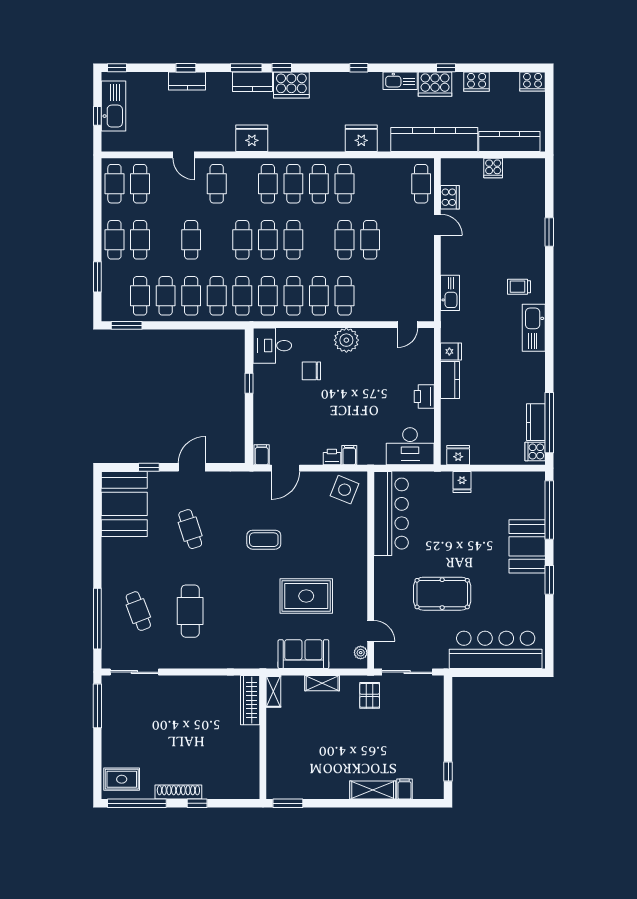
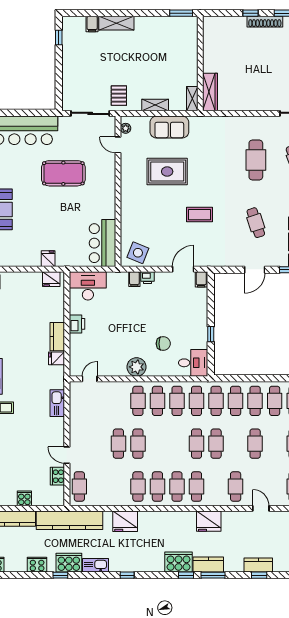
cafe table: (293, 240) -> (177, 444), removed
bar counter: (391, 514) -> (102, 243), width x0.73

